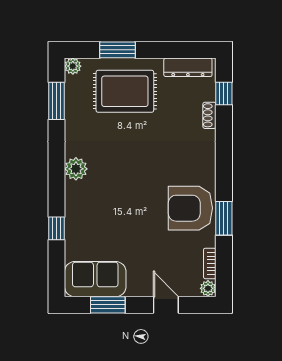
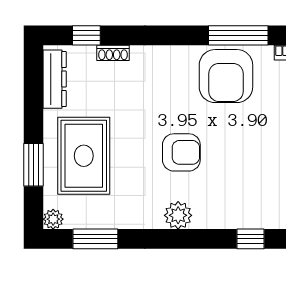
armchair: (128, 172) -> (181, 152), added
window: (224, 218) -> (238, 35), width x1.44

